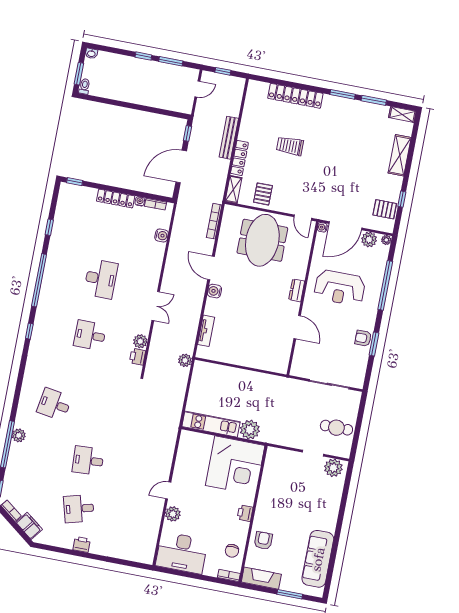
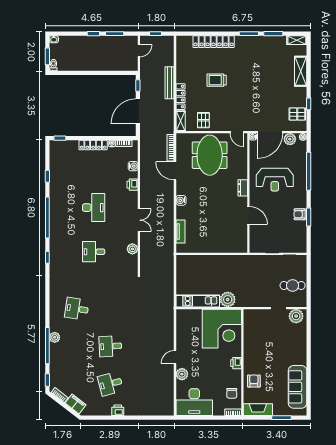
door: (211, 268) -> (175, 171), moved
printer: (138, 357) -> (133, 185), moved
plant: (185, 360) -> (169, 257), removed

